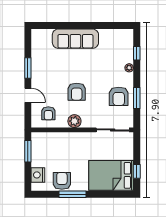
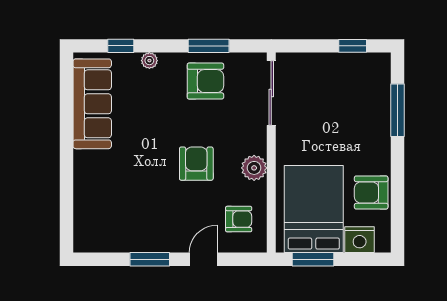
sofa: (75, 39) -> (92, 104), moved
armchair: (77, 92) -> (196, 164), turned -90
bed: (111, 175) -> (314, 209), moved, turned 180
window: (72, 194) -> (398, 110), moved

